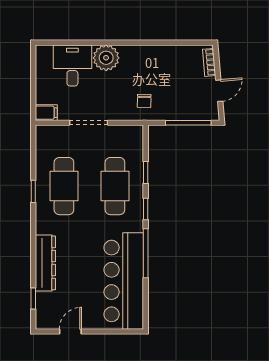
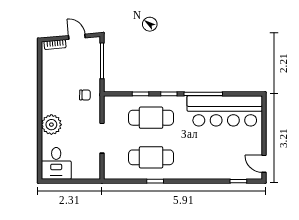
desk: (72, 65) -> (56, 163), moved, turned -90
filing cabinet: (46, 113) -> (94, 171), removed
dresser: (45, 263) -> (211, 172), removed
door: (70, 331) -> (264, 164), moved

